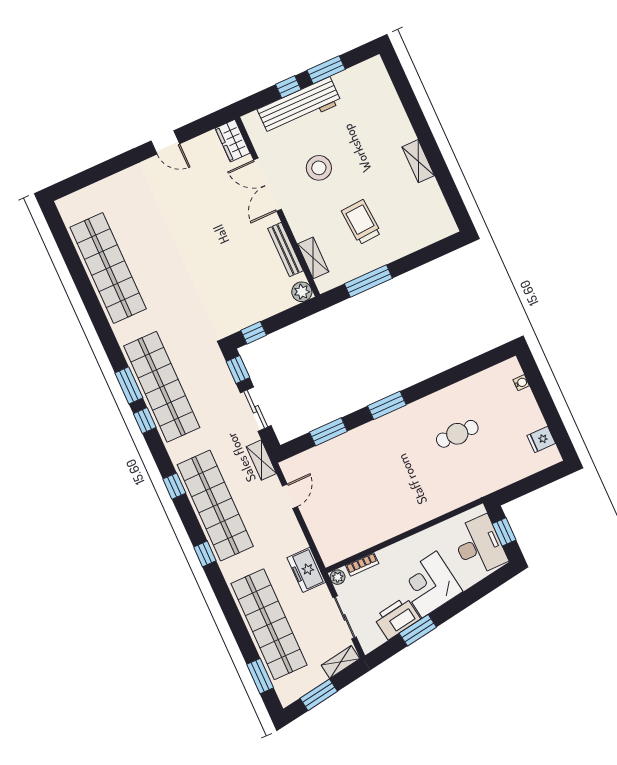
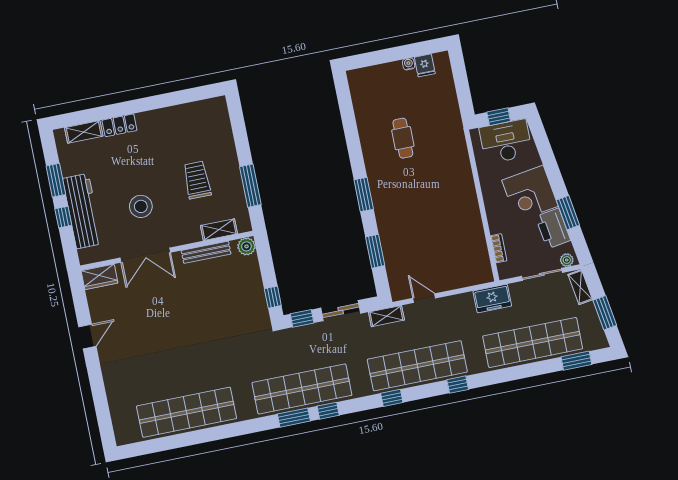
locker: (401, 125) -> (119, 125), added
shelving: (418, 161) -> (84, 132), moved
trolley: (361, 222) -> (197, 180), turned 94
water cooler: (521, 383) -> (409, 64), moved
plant: (338, 577) -> (567, 260), moved

